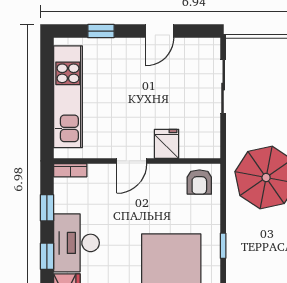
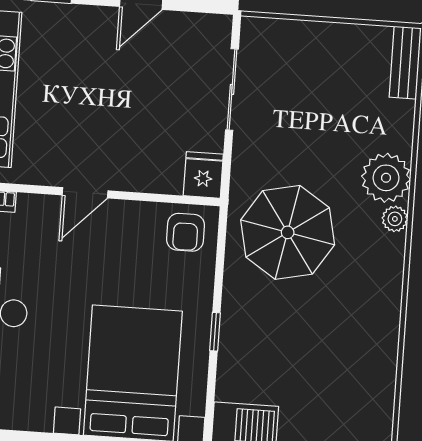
fridge: (167, 144) -> (203, 175), moved

